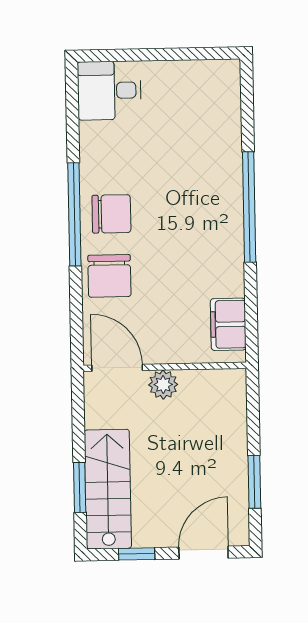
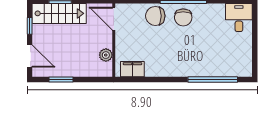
window: (249, 207) -> (213, 80), moved
door: (117, 368) -> (114, 19), swing flipped
plant: (163, 385) -> (106, 55), moved

